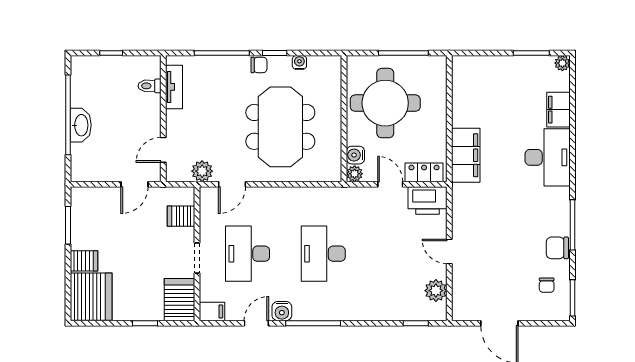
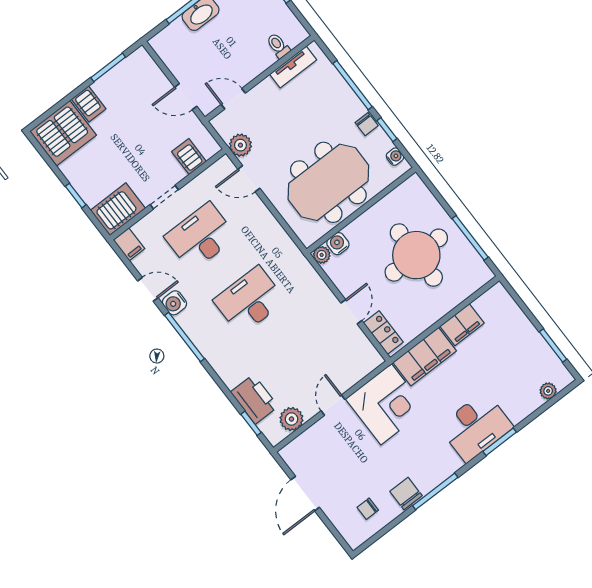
plant: (562, 63) -> (548, 391), moved
filing cabinet: (558, 110) -> (462, 325), moved, turned 180
wall: (344, 119) -> (361, 210), moved
water cooler: (355, 155) -> (338, 244), moved
plant: (355, 174) -> (322, 255), moved
printer: (428, 200) -> (254, 399), moved, turned 180
corner desk: (479, 211) -> (386, 404), added
window: (573, 298) -> (500, 442), moved

